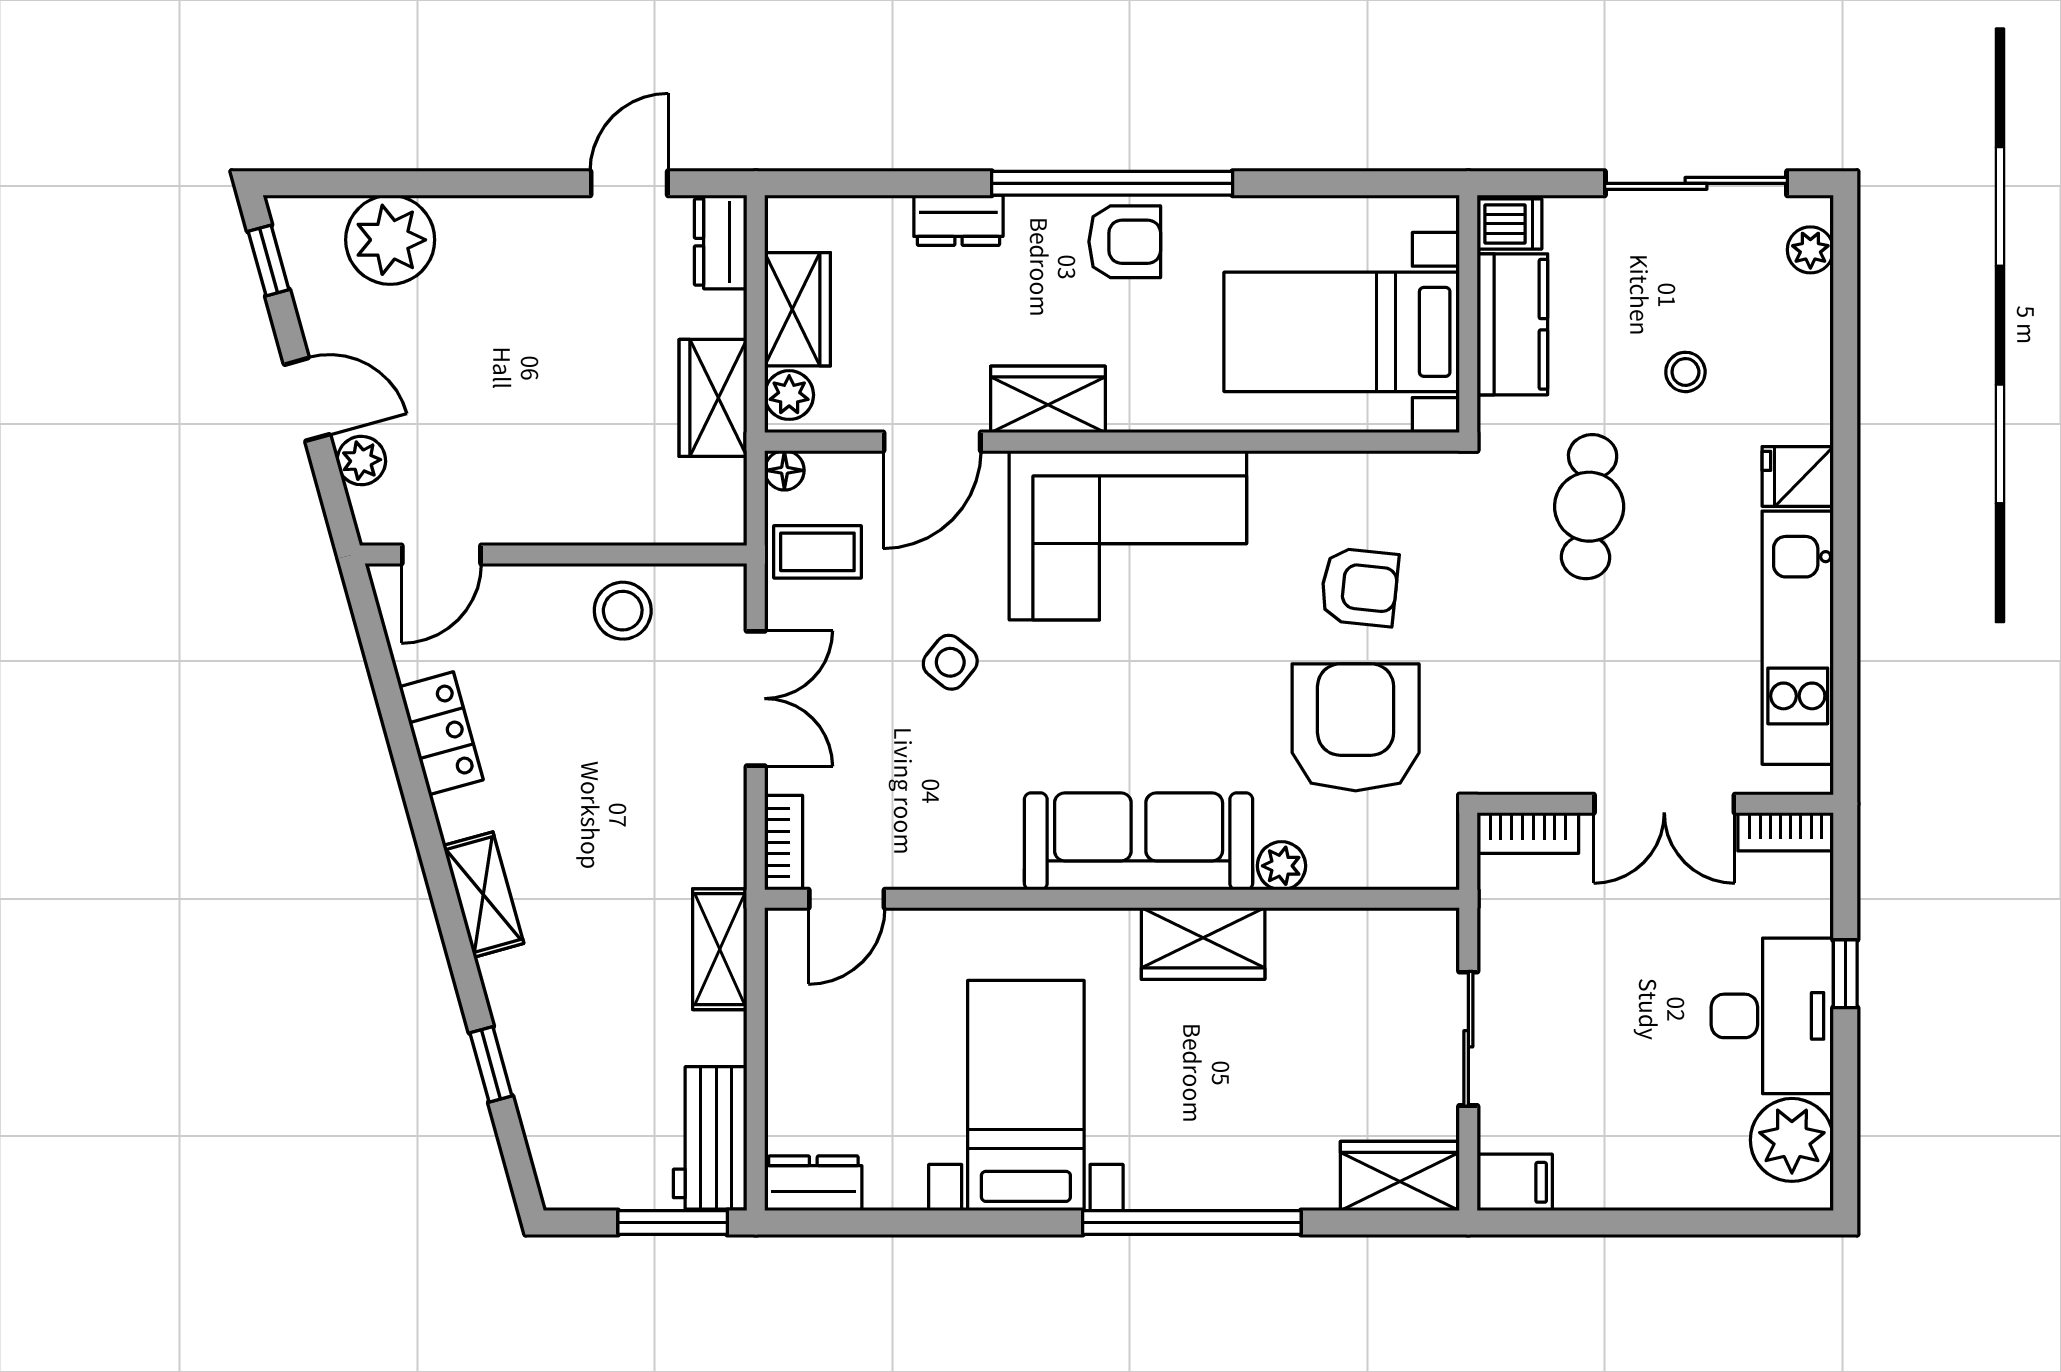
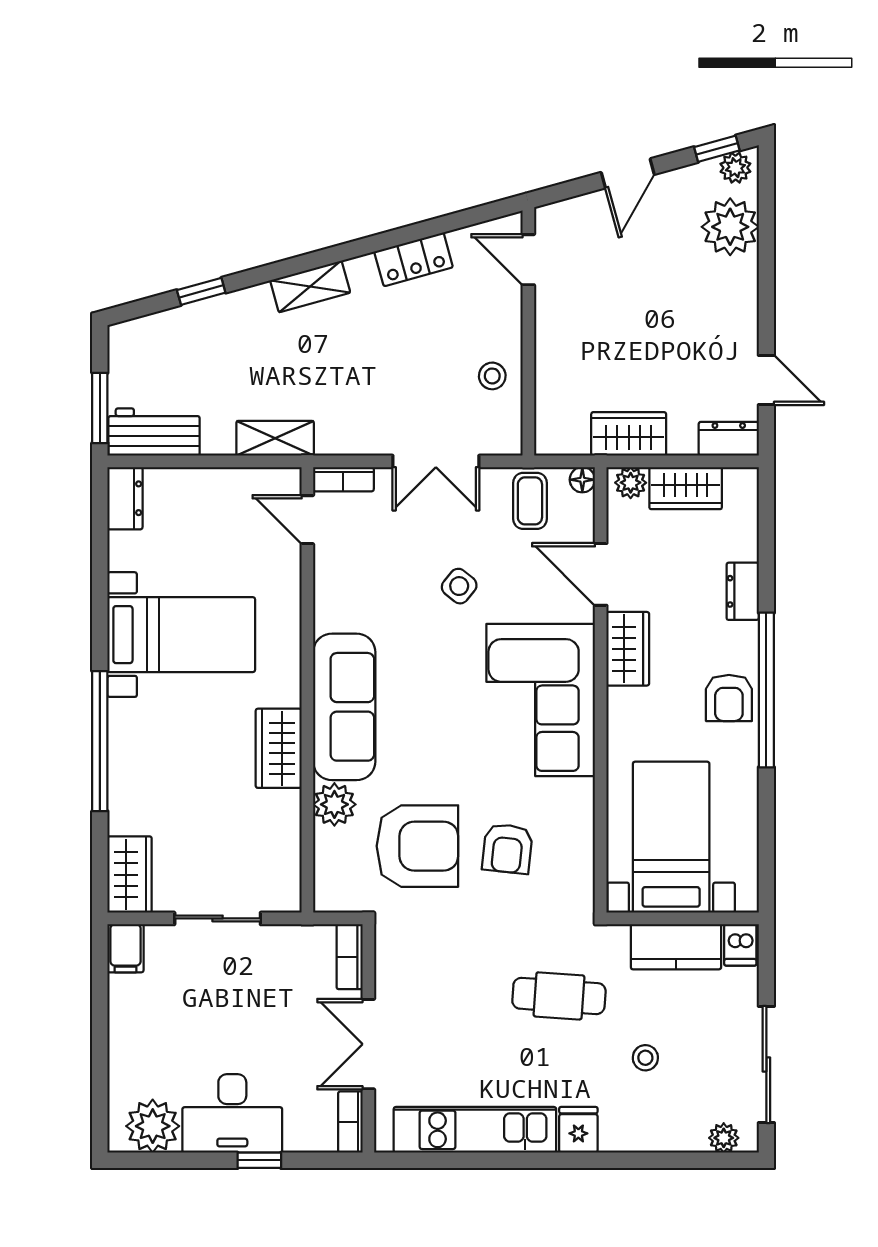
plant: (361, 461) -> (735, 168), moved
stool: (623, 611) -> (492, 376), width x0.73, depth x0.73
plant: (1282, 866) -> (334, 804), width x1.38, depth x1.38

